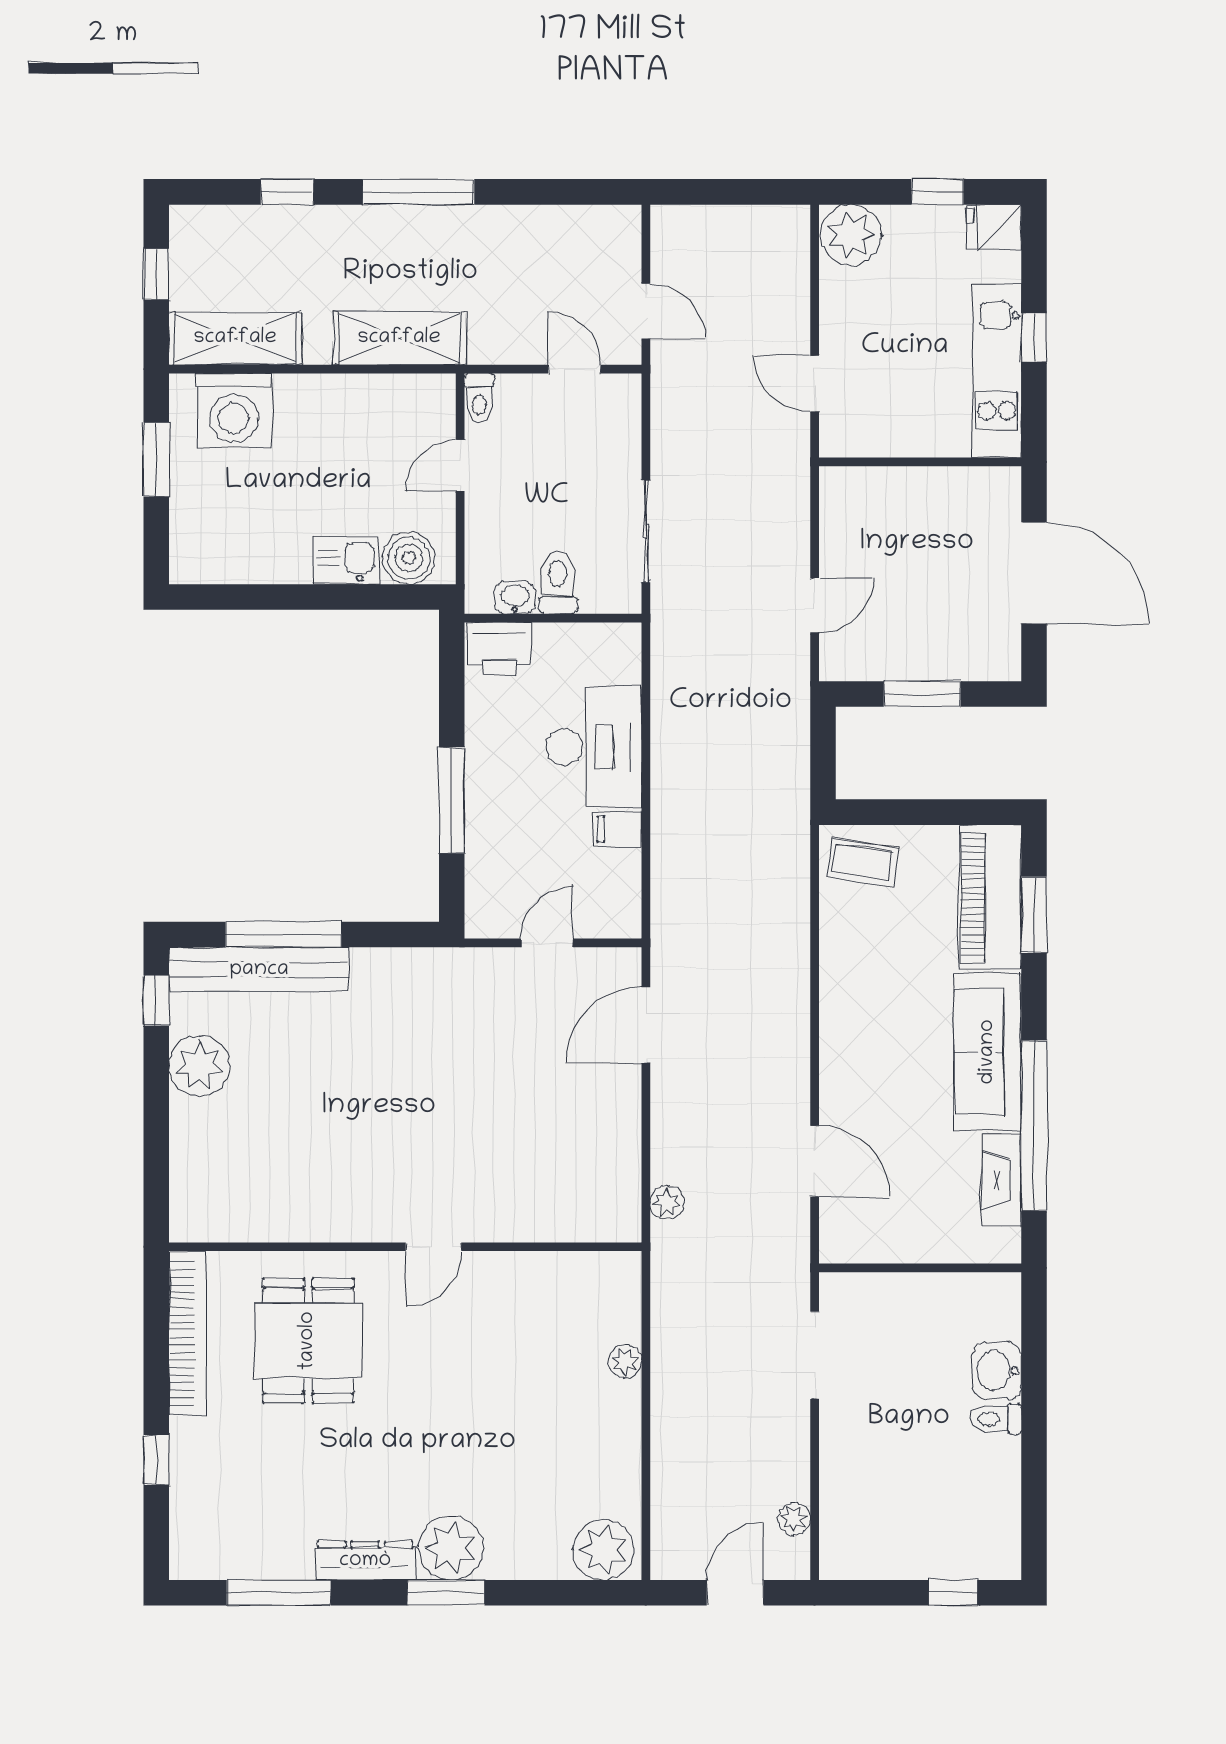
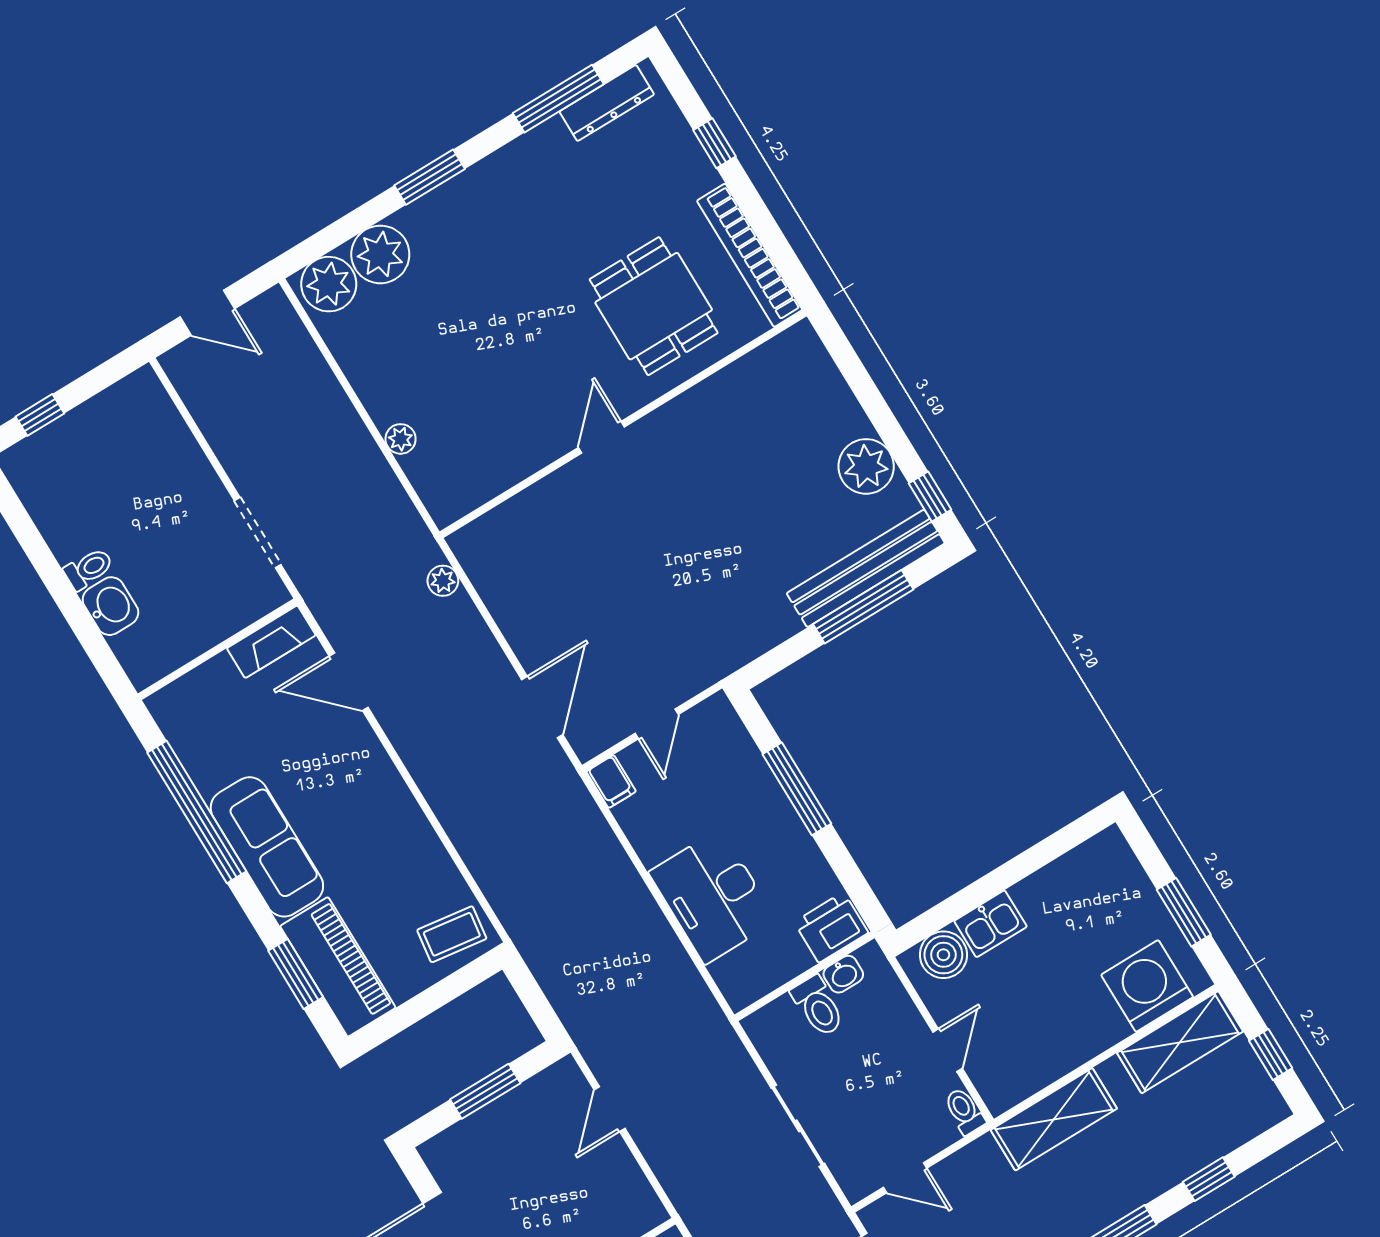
sliding door: (646, 531) -> (798, 1126), moved
filing cabinet: (618, 829) -> (611, 782), moved, turned 90
fireplace: (1002, 1181) -> (271, 642), moved, turned 90
plant: (794, 1519) -> (197, 397), removed
plant: (451, 1548) -> (380, 254), moved
dresser: (365, 1561) -> (607, 103), moved
door: (735, 1593) -> (207, 313), hinge flipped

